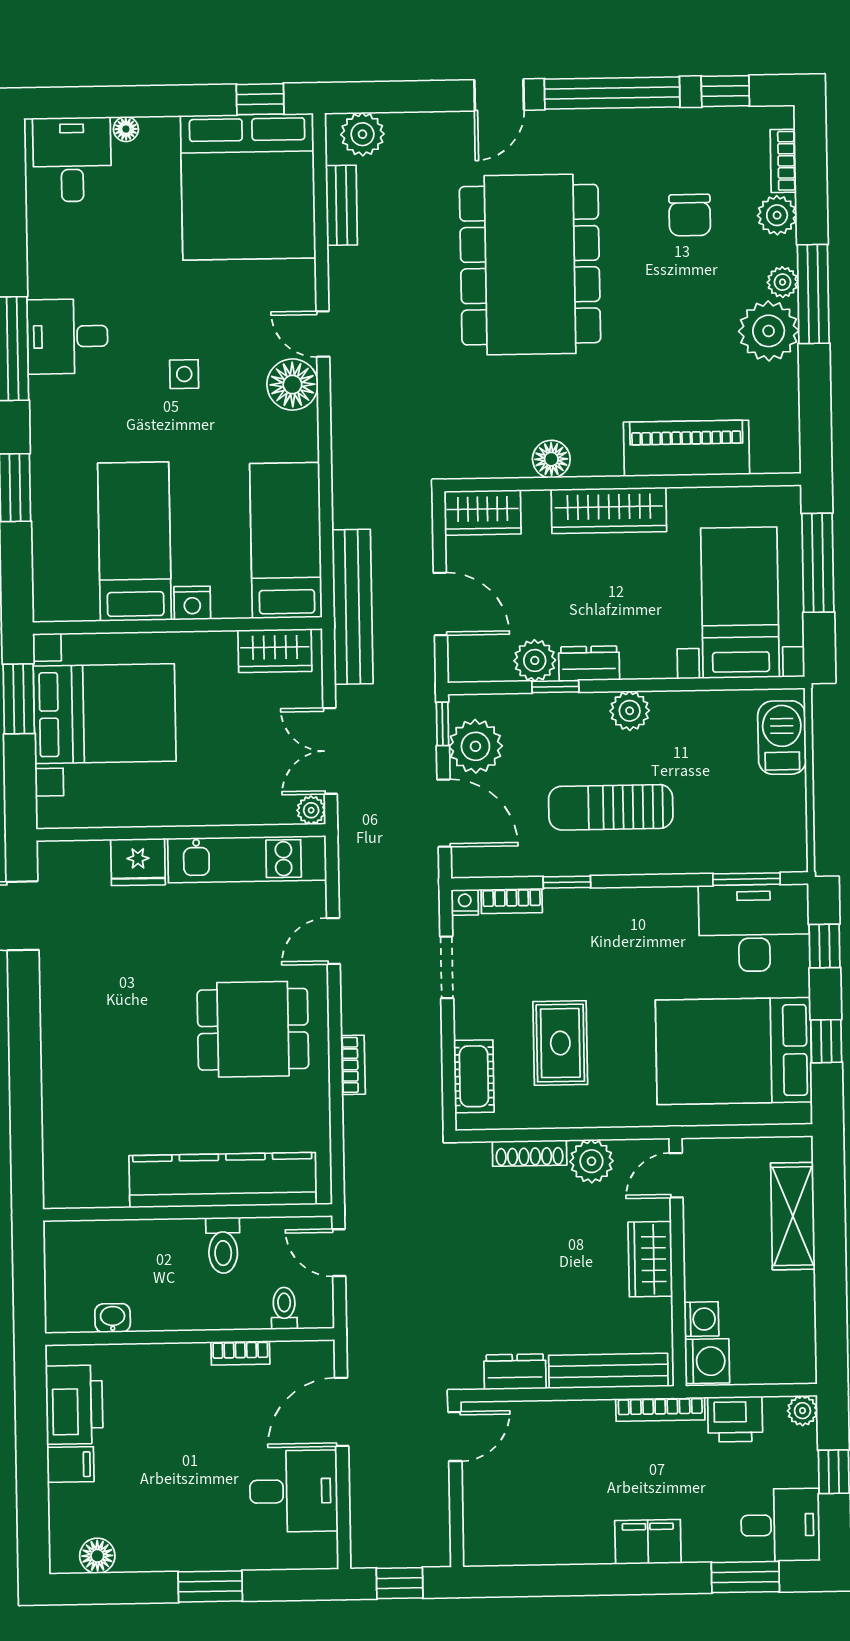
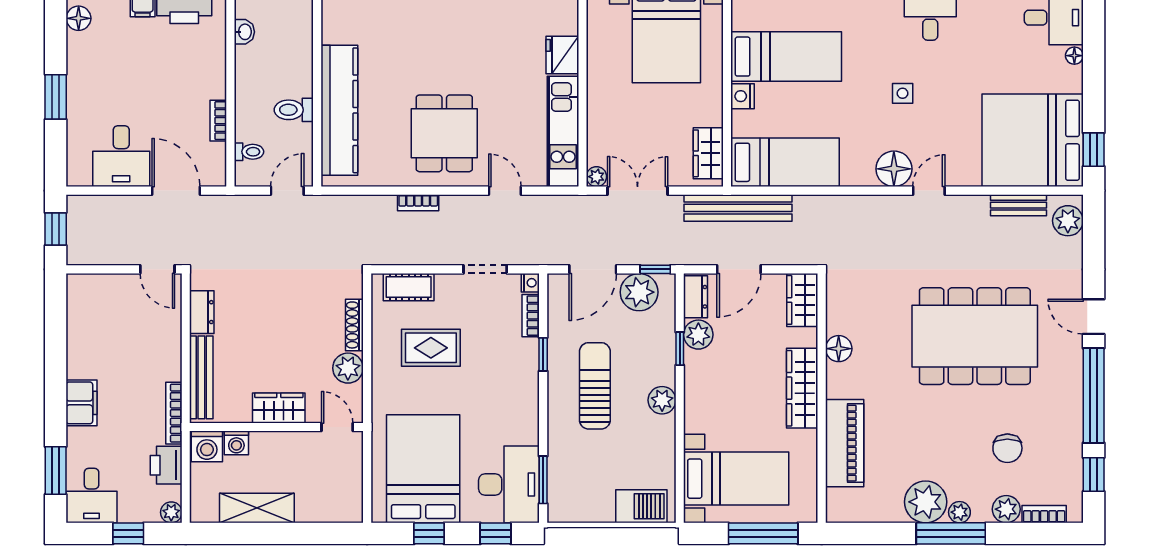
chair: (690, 215) -> (1007, 448), turned -90
dresser: (589, 663) -> (696, 297), moved
shelving: (793, 1216) -> (257, 508), moved

